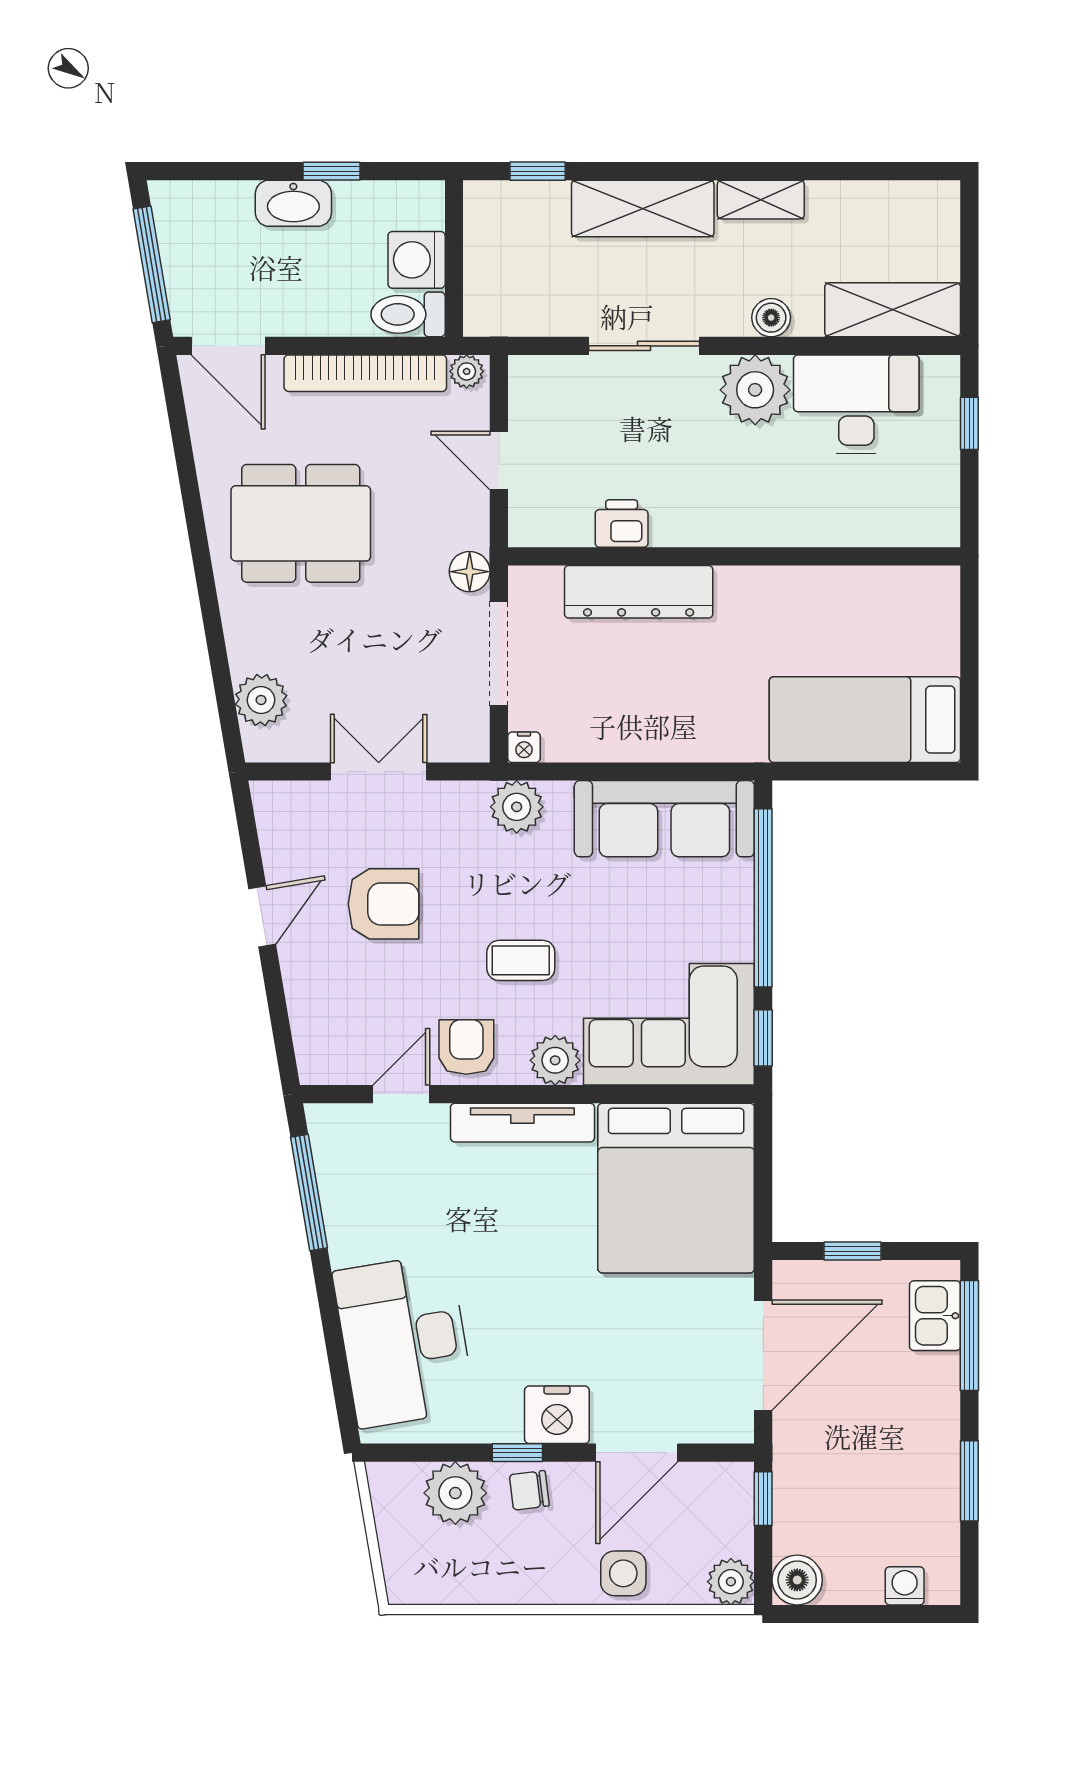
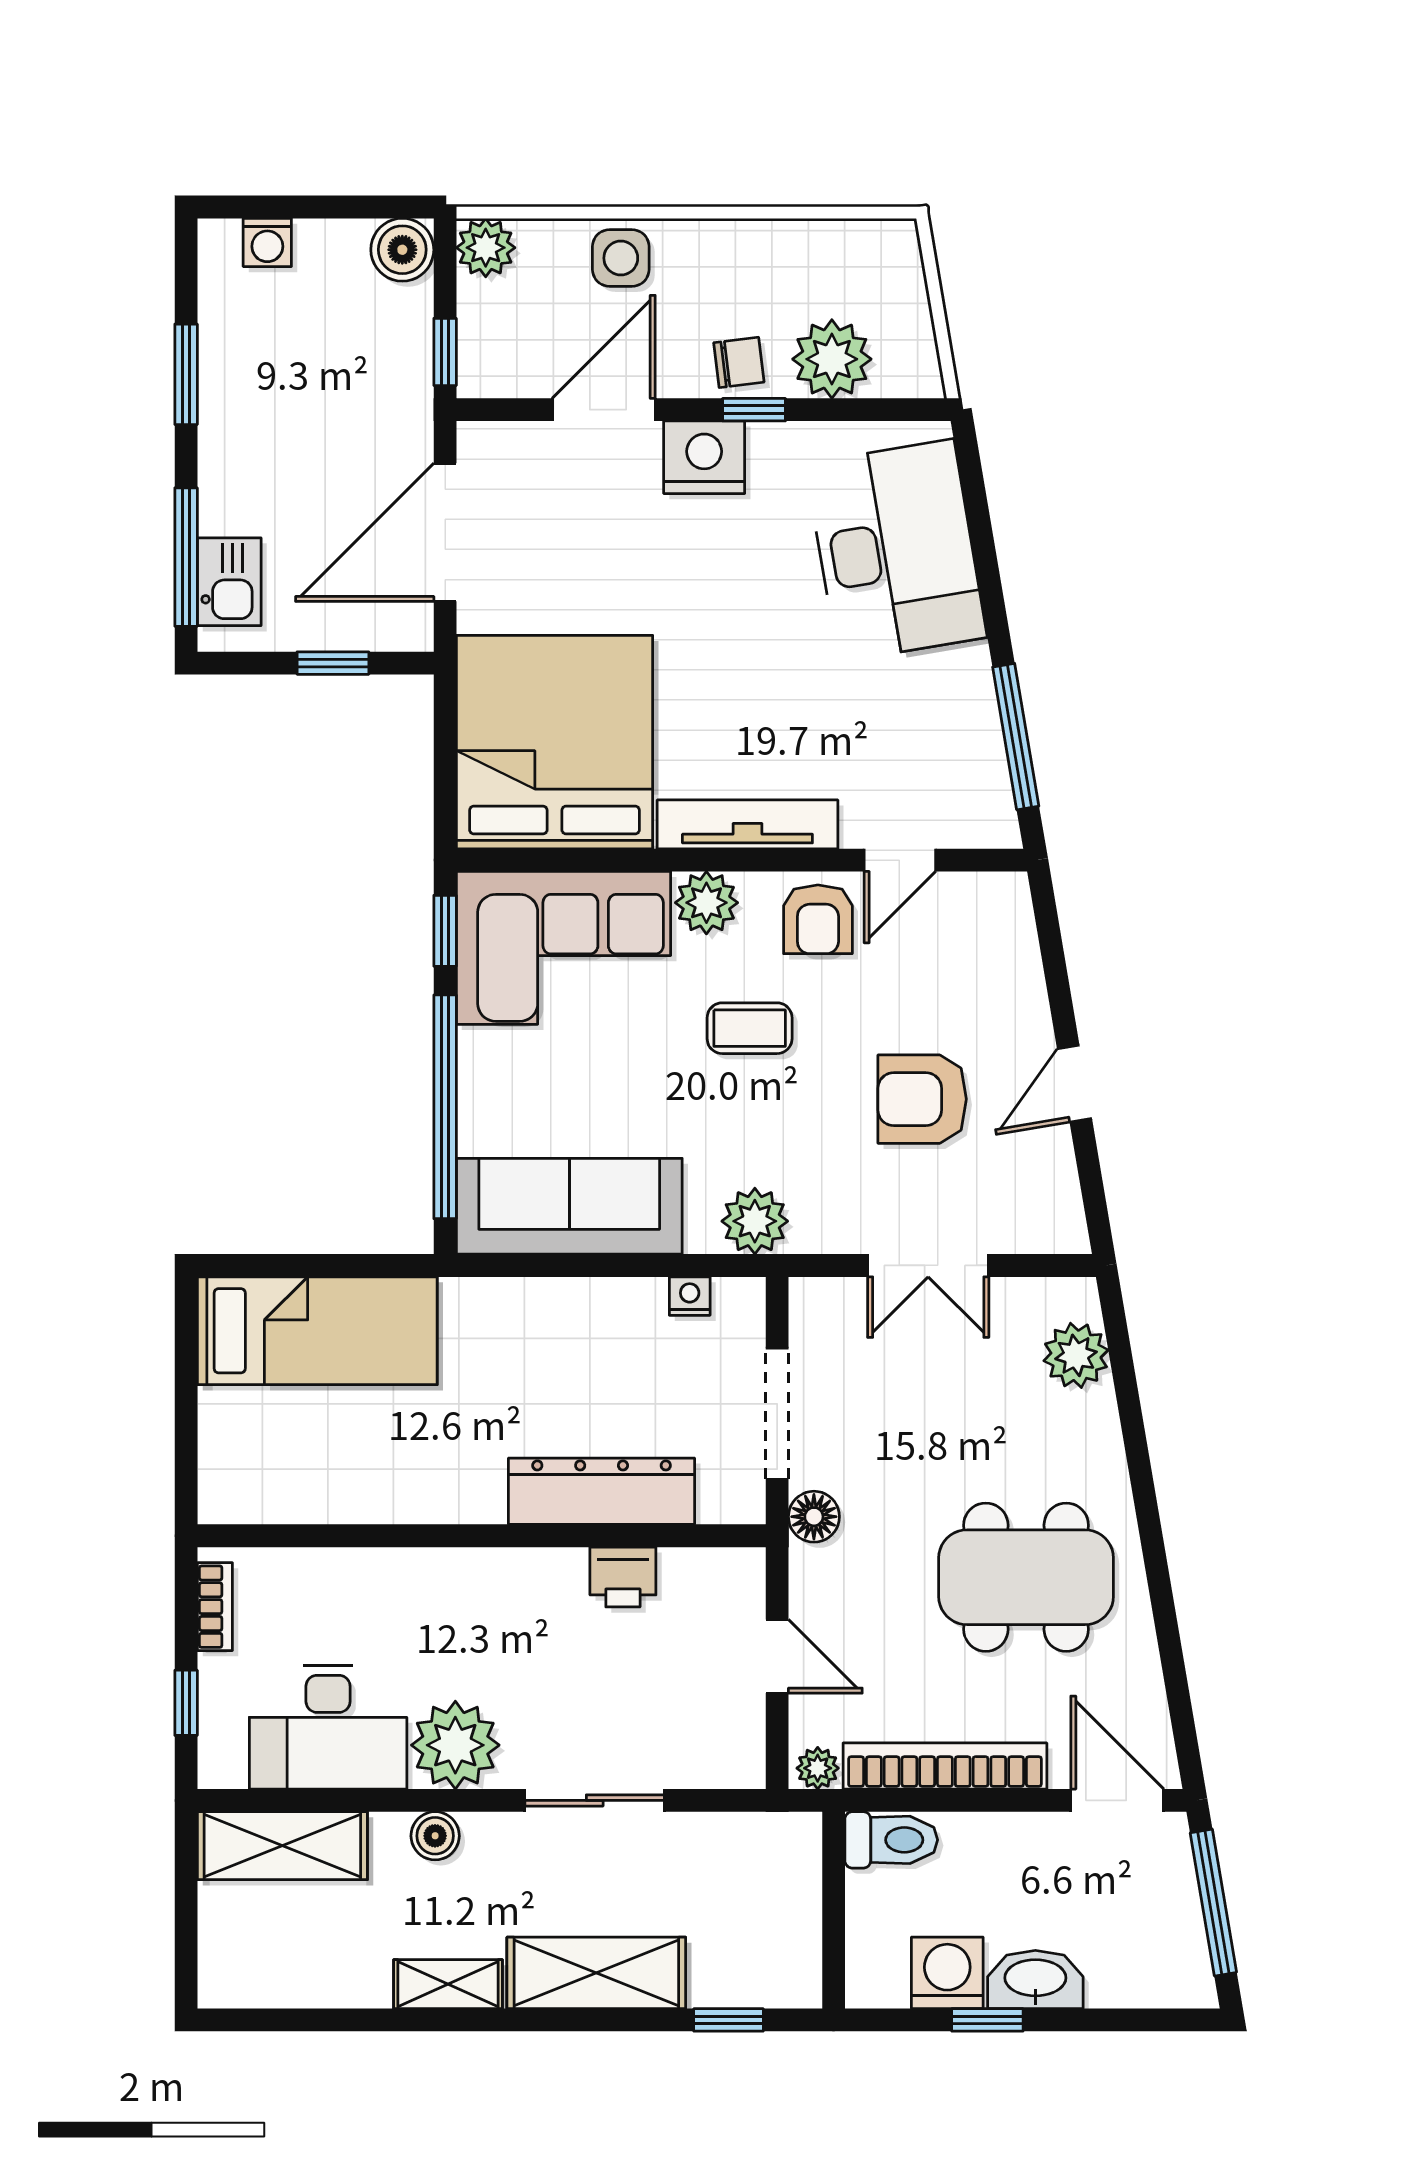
washing machine: (417, 260) -> (947, 1973), moved, turned -90
bookcase: (946, 500) -> (215, 1607), added
nightstand: (524, 747) -> (690, 1296), moved

